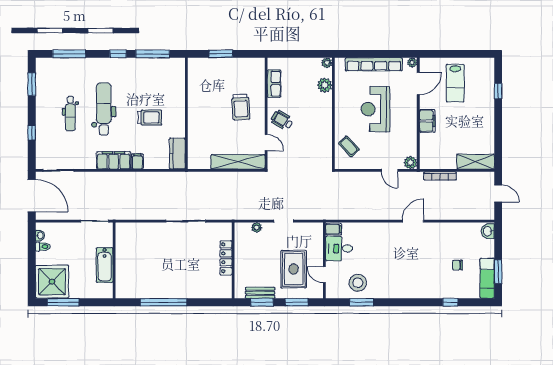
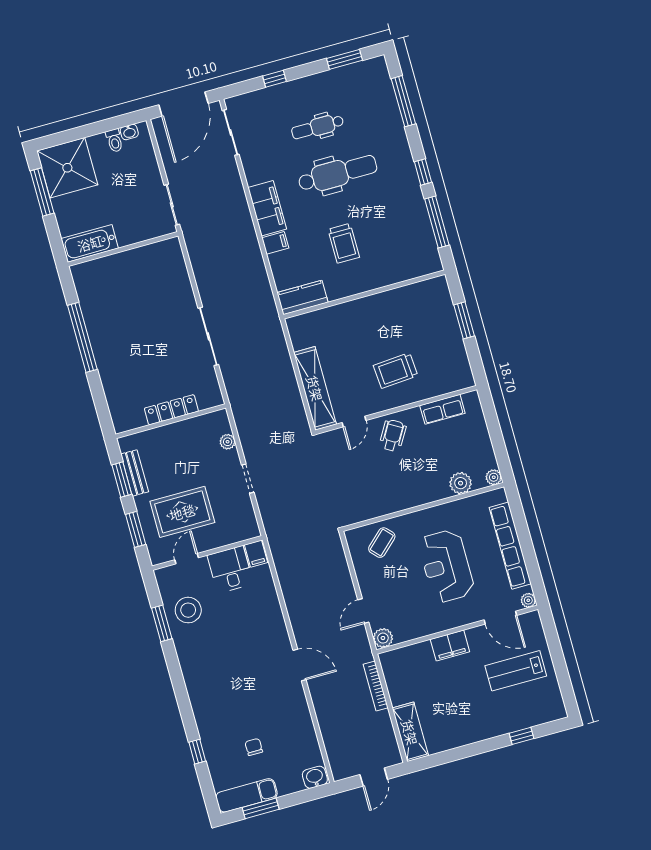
reception desk: (375, 109) -> (446, 566), turned -90
bathtub: (105, 265) -> (90, 243), moved

